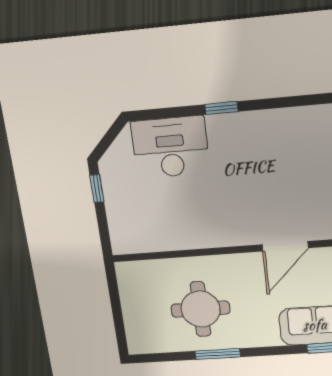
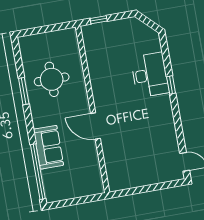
desk: (170, 147) -> (150, 75), moved
window: (97, 188) -> (99, 20), moved

